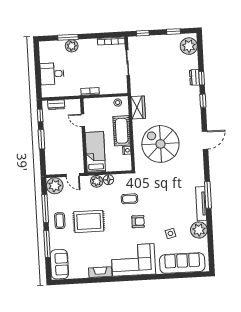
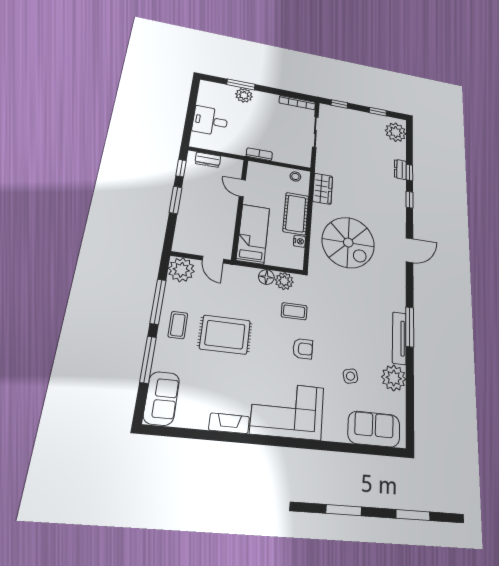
spiral stairs: (160, 144) -> (348, 243), turned 180
plant: (97, 181) -> (284, 281), moved
sofa: (182, 263) -> (374, 429), width x0.73

